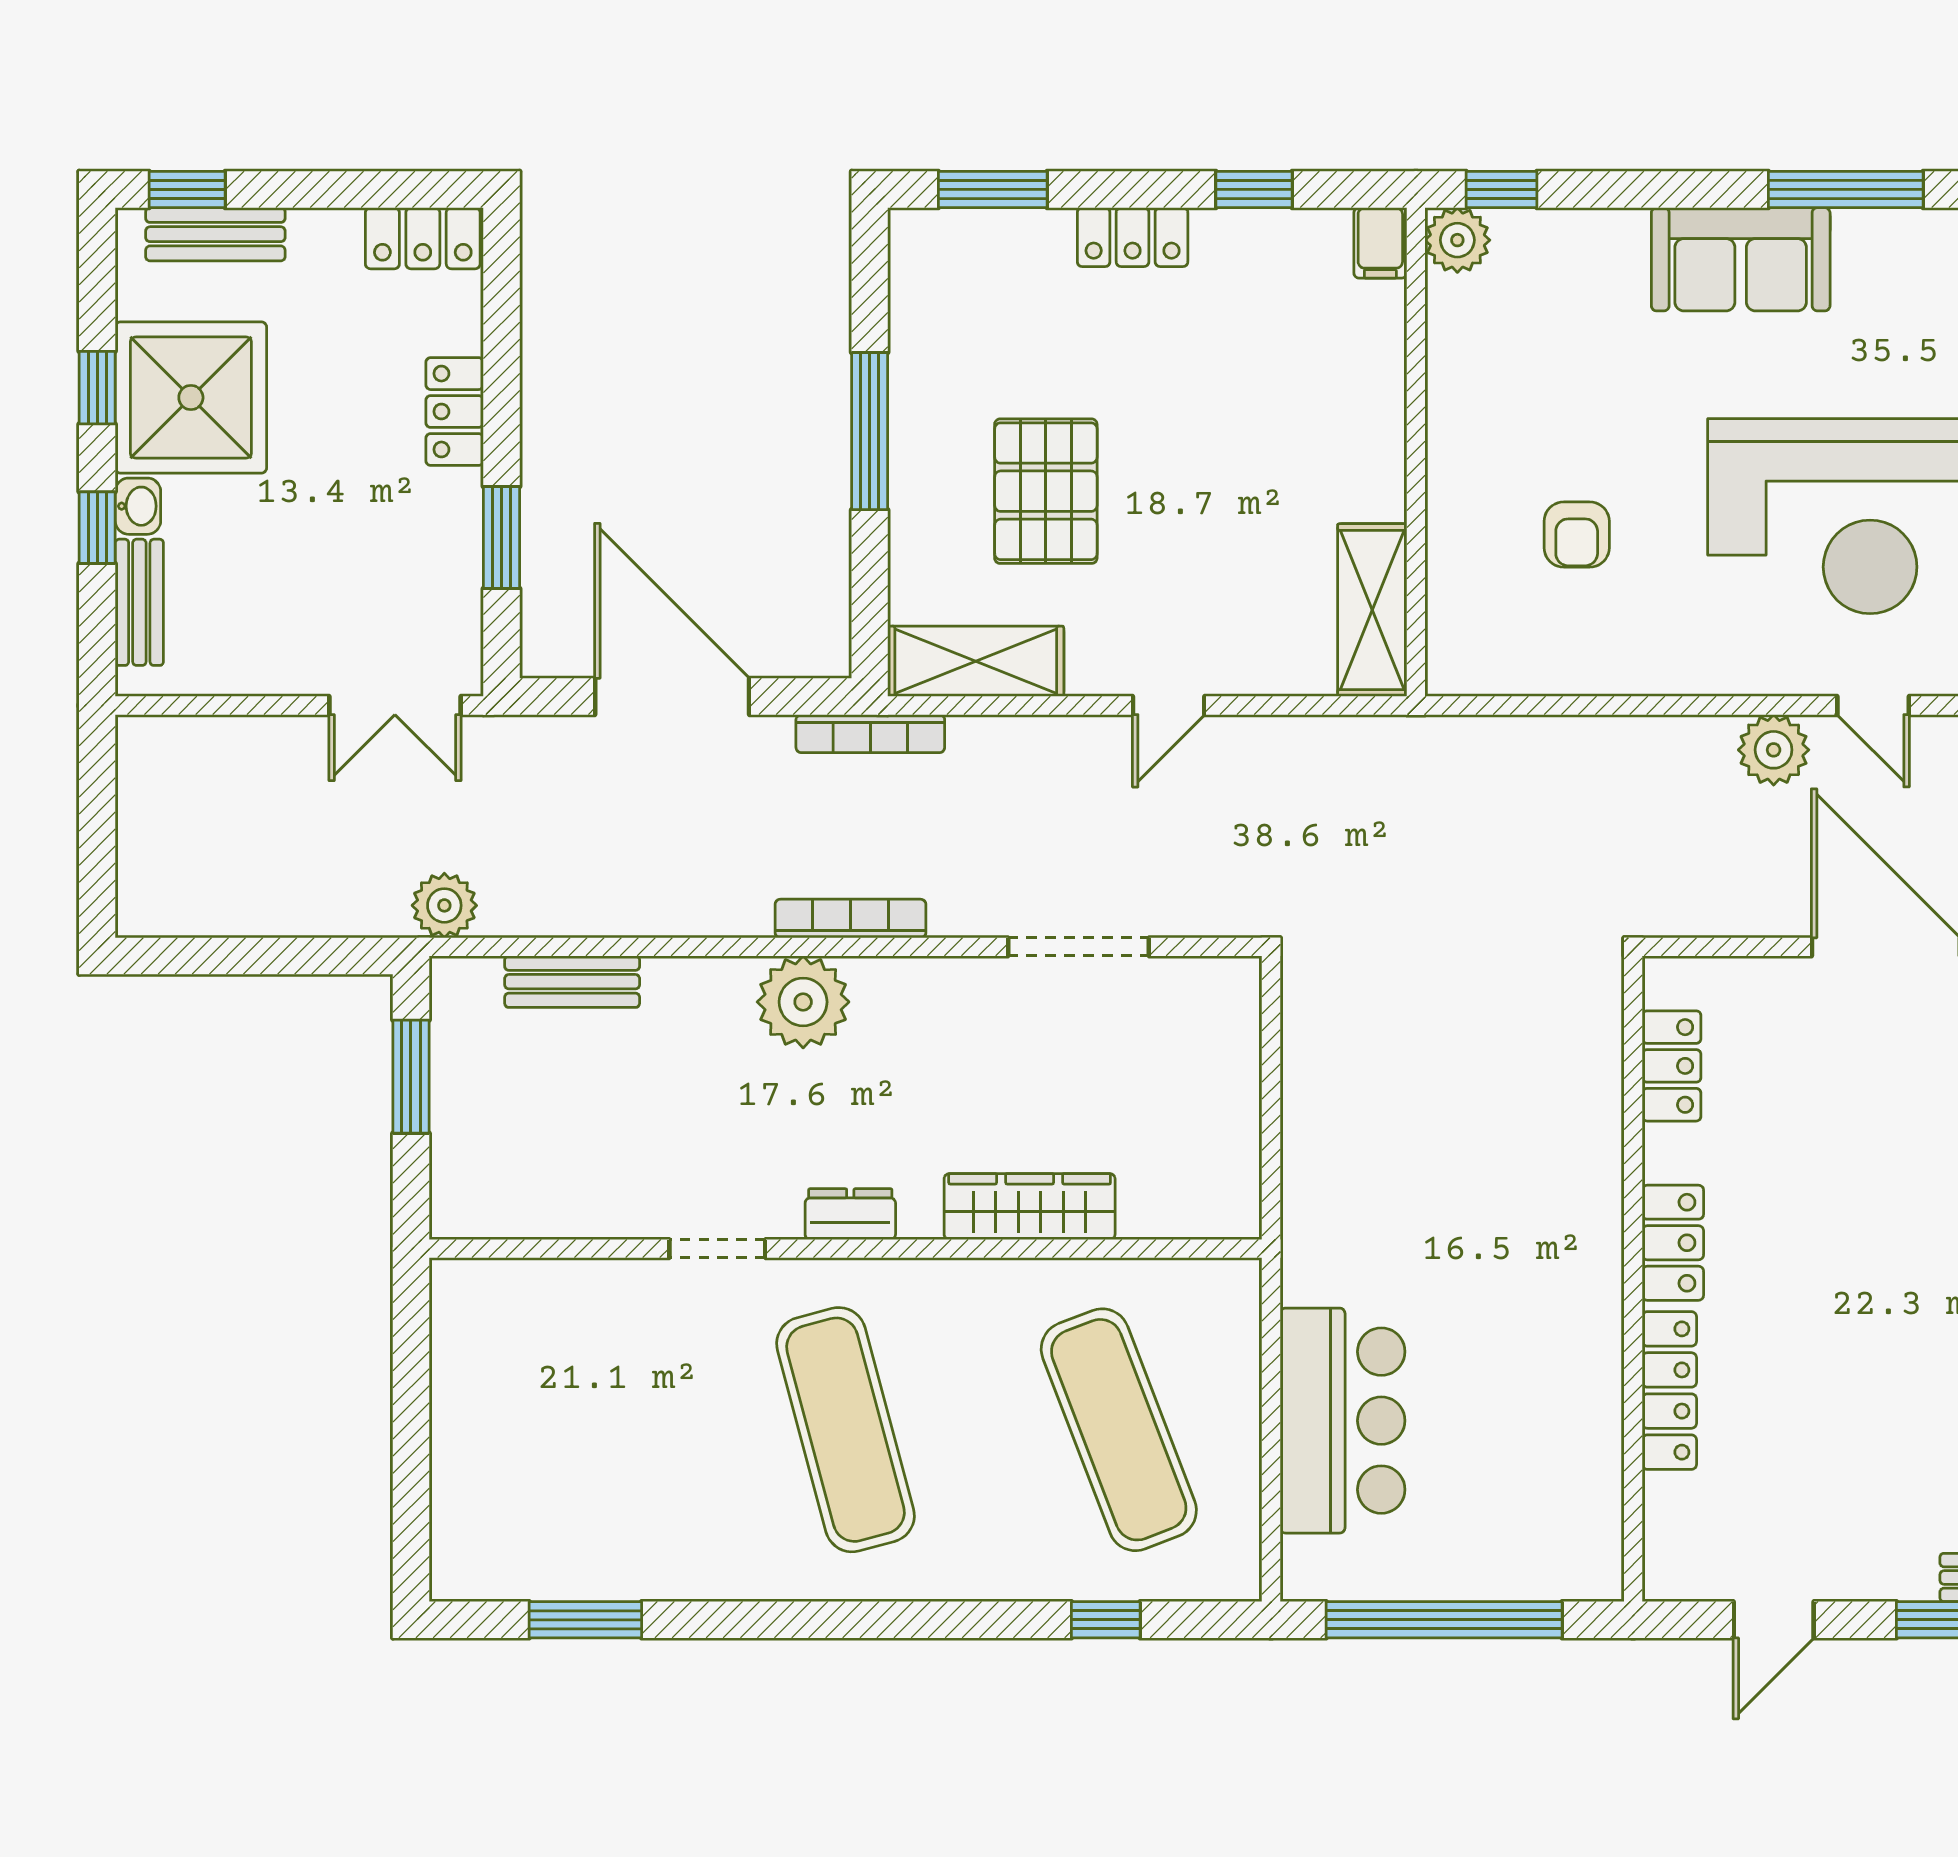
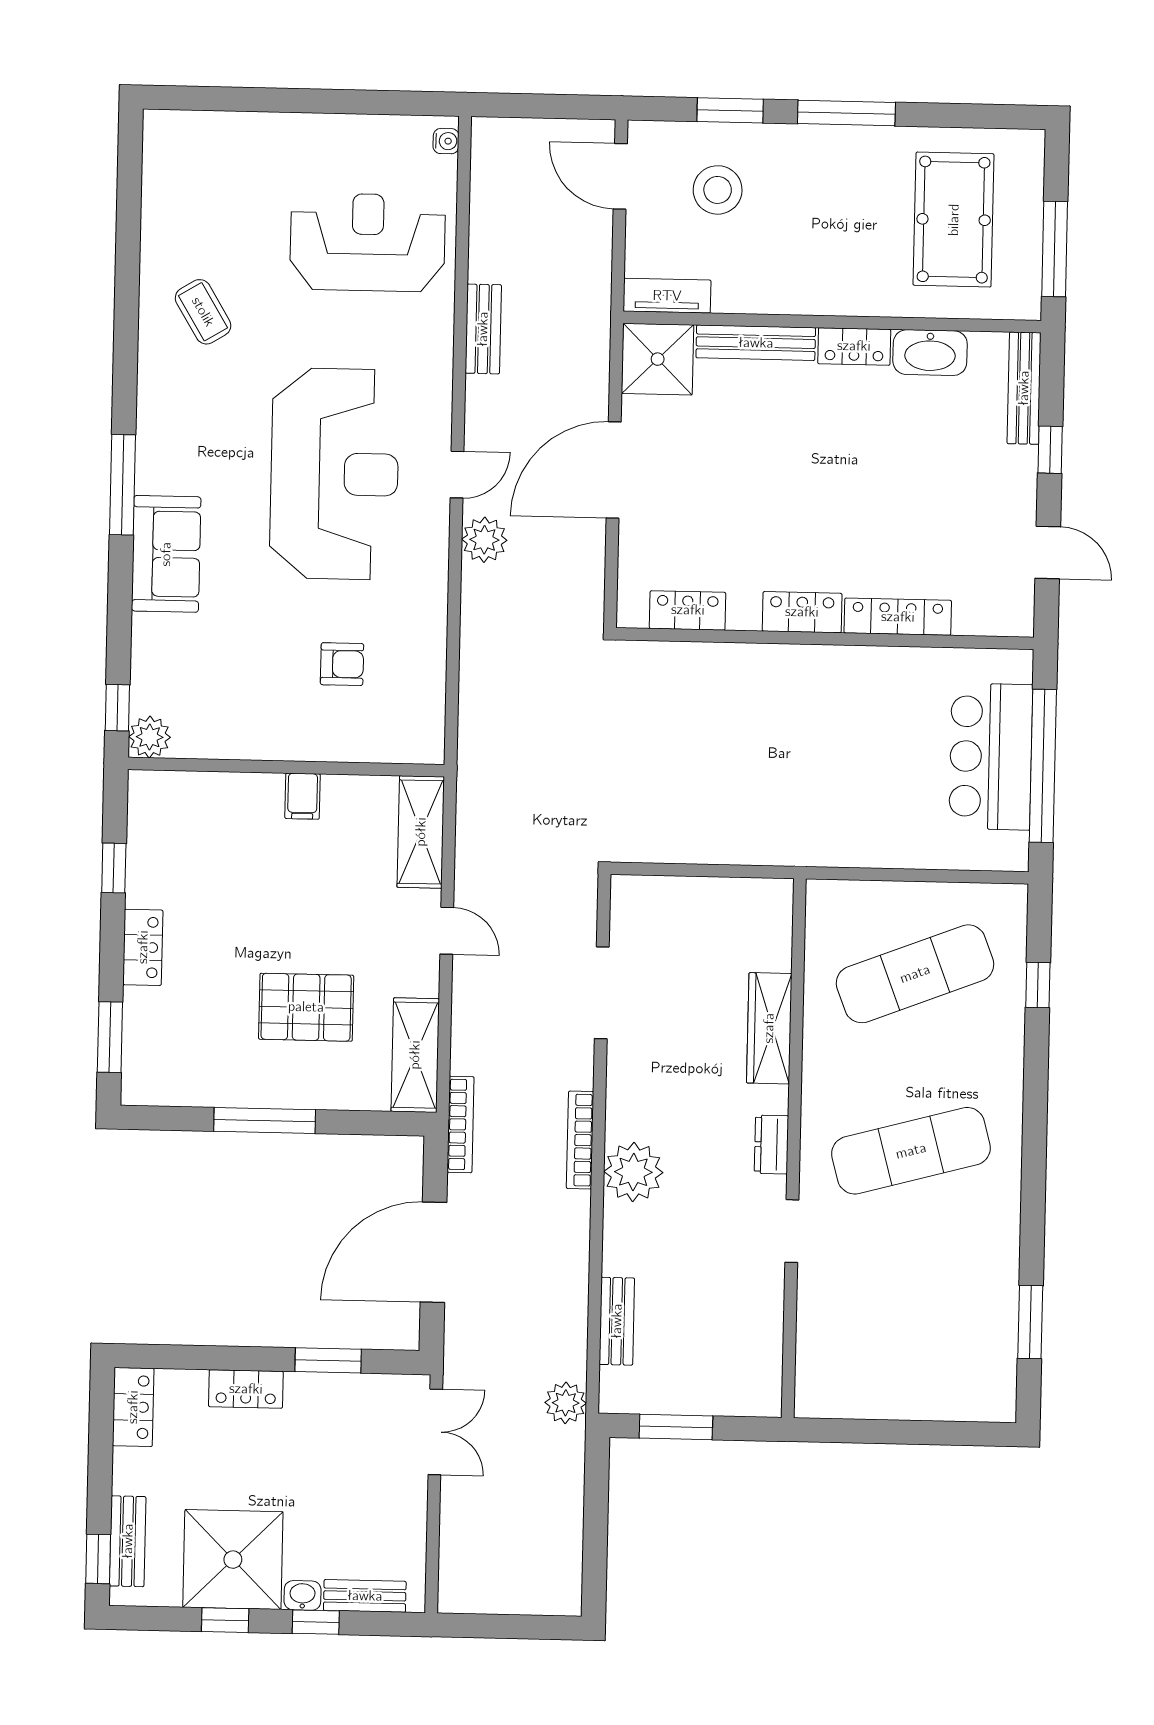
filing cabinet: (1380, 243) -> (303, 796), moved, turned 90
shelving: (1372, 610) -> (421, 832), moved, turned 90
bar counter: (1343, 1421) -> (991, 757), moved, turned -90

